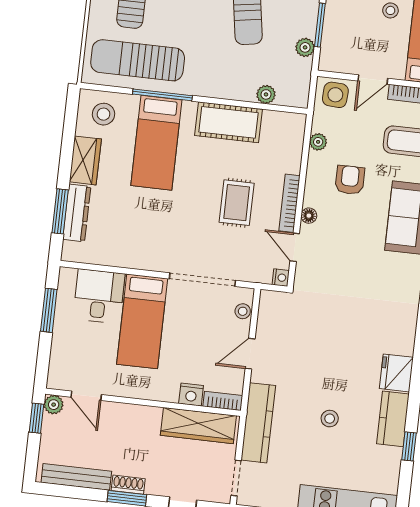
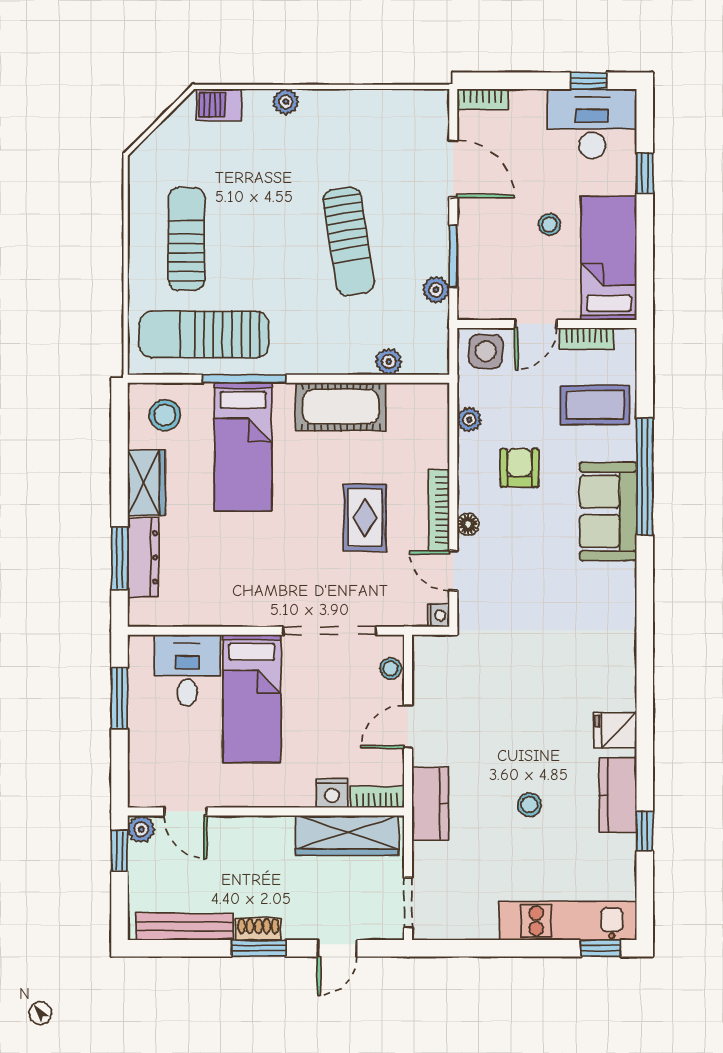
fridge: (396, 373) -> (615, 730), width x0.72
kitchen counter: (258, 423) -> (430, 804), width x0.67

